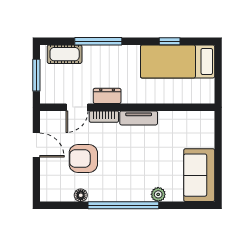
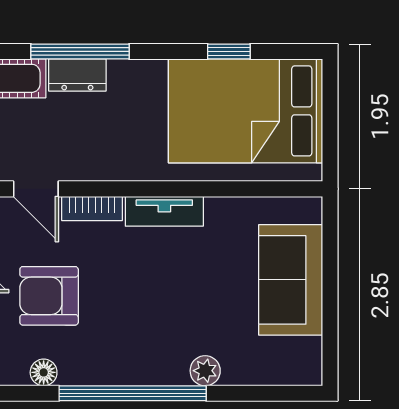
bed: (178, 61) -> (245, 111), width x1.50
dresser: (107, 96) -> (77, 75), moved, turned 180
door: (77, 107) -> (36, 189), hinge flipped
sofa: (199, 175) -> (291, 280), moved

